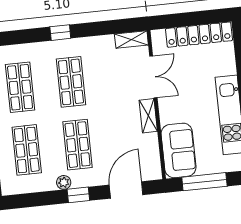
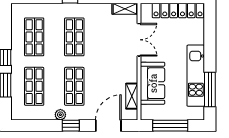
shelving: (148, 116) -> (132, 96), moved
sofa: (179, 150) -> (153, 83), moved

